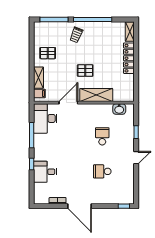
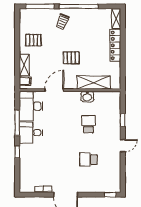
shelving: (96, 95) -> (94, 83), moved
washbasin: (119, 109) -> (87, 97), moved
desk: (45, 172) -> (31, 133), moved

